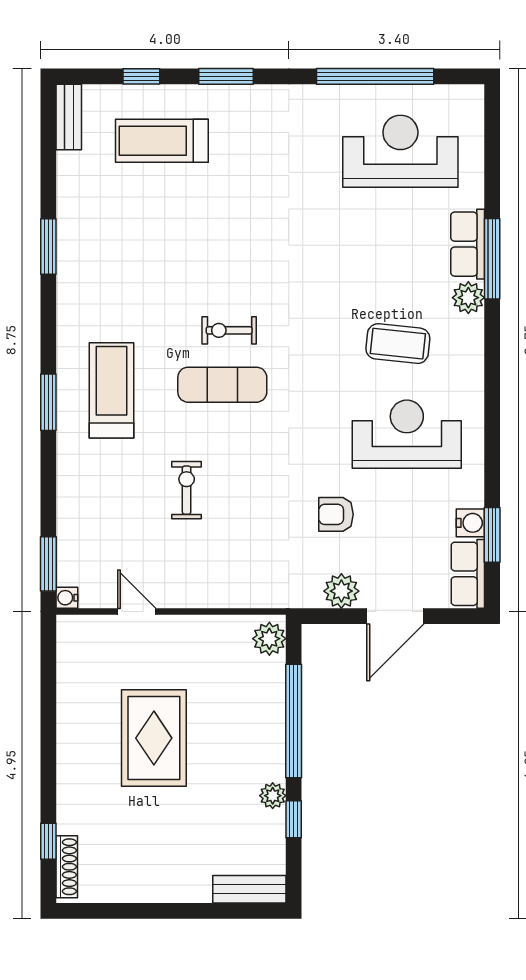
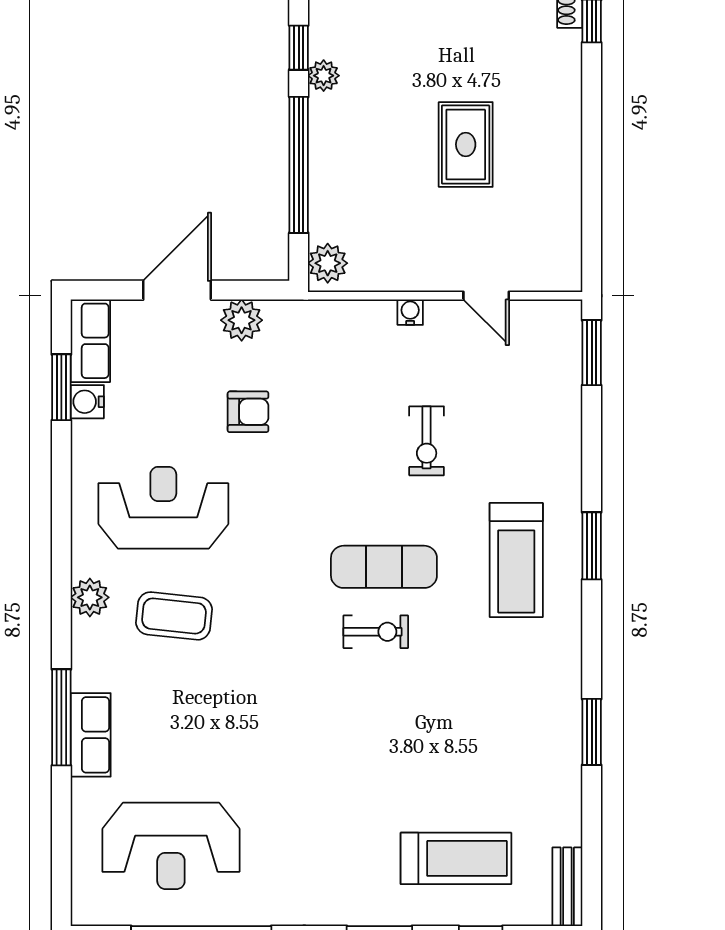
plant: (468, 298) -> (90, 597), moved
reception desk: (407, 434) -> (163, 508), turned 180
water cooler: (67, 598) -> (410, 312), moved, turned -90
rug: (154, 738) -> (466, 144), width x0.73, depth x0.70

